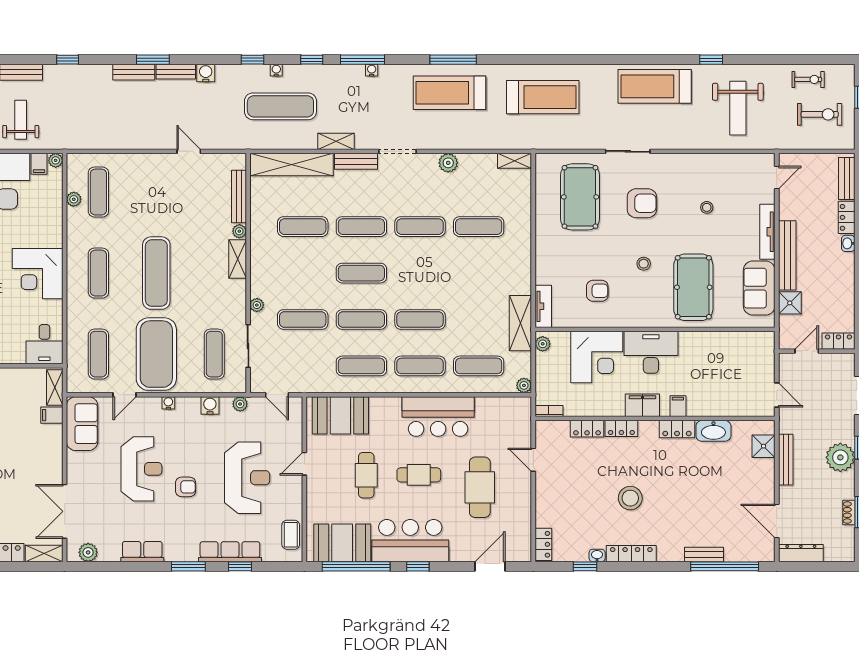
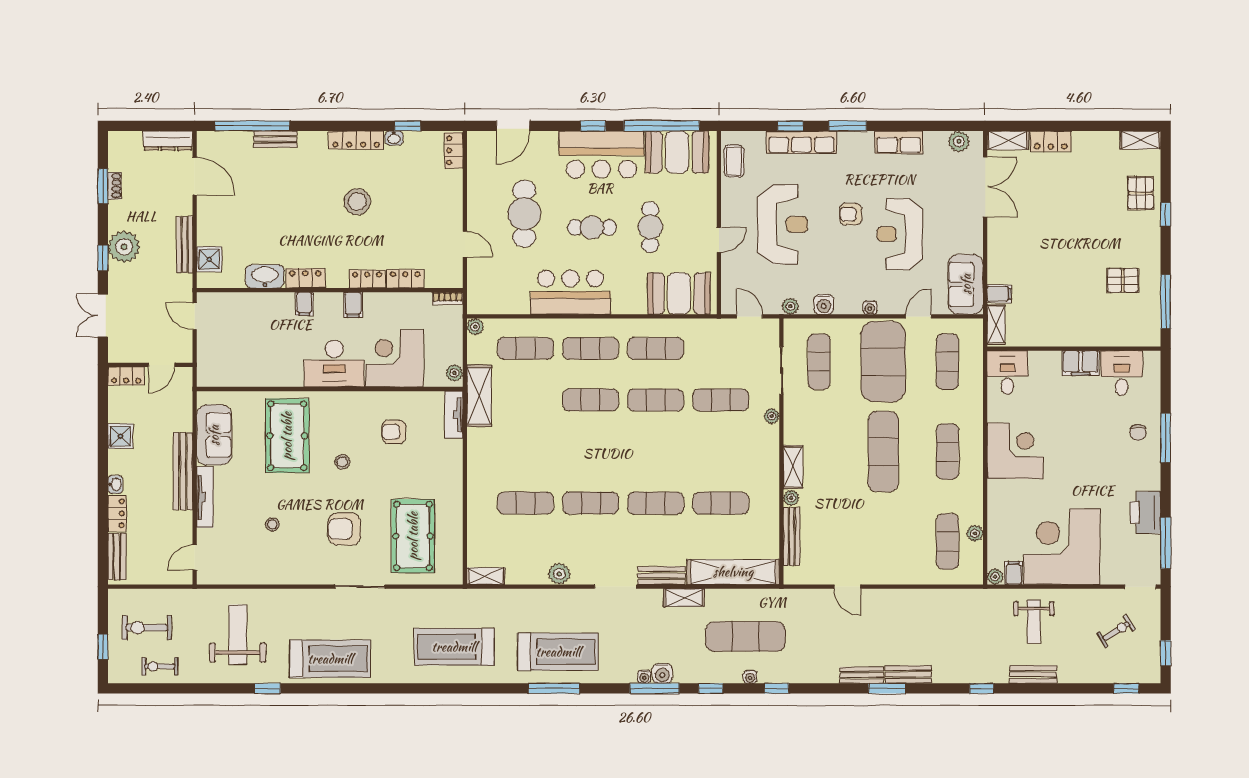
water cooler: (206, 73) -> (662, 674), moved
exercise mat: (361, 273) -> (656, 452), removed
shower: (790, 303) -> (120, 436), moved
filing cabinet: (642, 405) -> (353, 305), width x0.50
reception desk: (247, 478) -> (782, 224), turned 180

